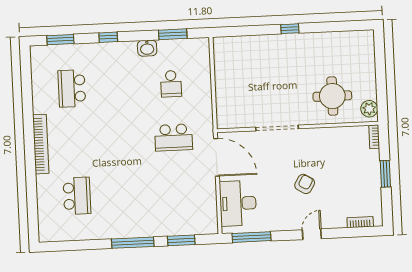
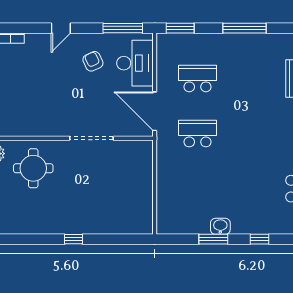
window: (173, 34) -> (213, 239), moved
school desk: (171, 84) -> (198, 79), moved, width x1.85
armchair: (305, 184) -> (93, 61), moved, turned 124
window: (181, 240) -> (180, 28), moved

